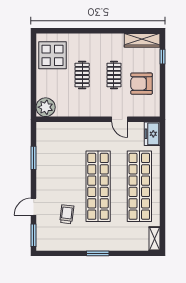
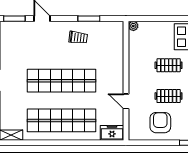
plant: (46, 107) -> (133, 26), width x0.53, depth x0.53
door: (120, 119) -> (126, 101), hinge flipped
trolley: (67, 214) -> (78, 38), moved

